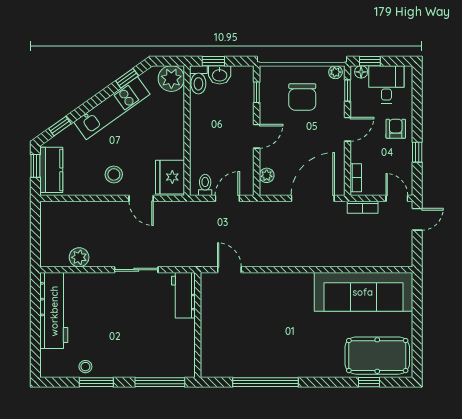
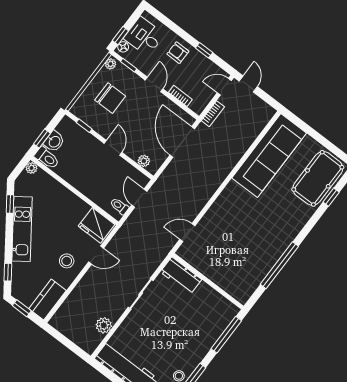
plant: (171, 79) -> (31, 168), width x0.53, depth x0.53
kitchen counter: (51, 170) -> (48, 300), moved, turned -90
bookcase: (356, 178) -> (180, 96), moved

